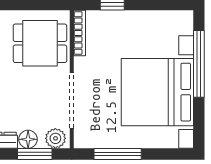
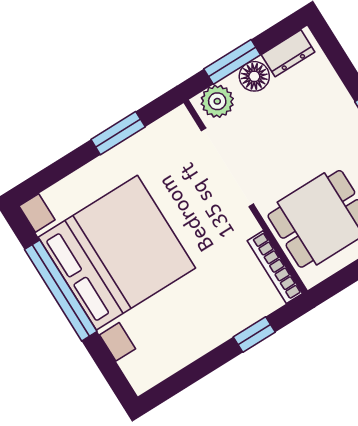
window: (199, 64) -> (61, 290), moved
window: (118, 154) -> (118, 133), width x0.69

